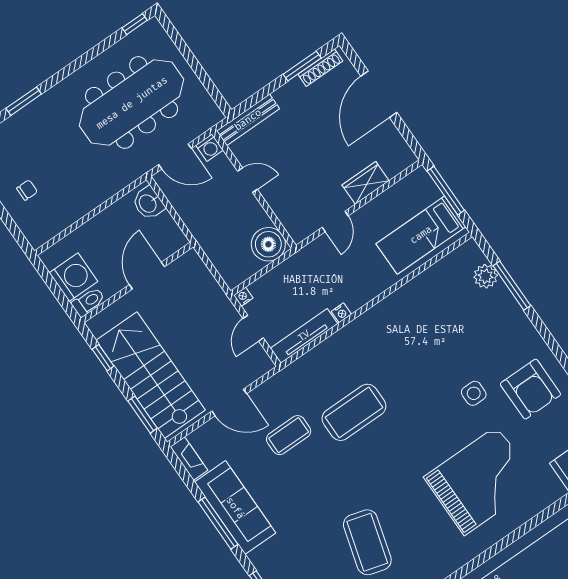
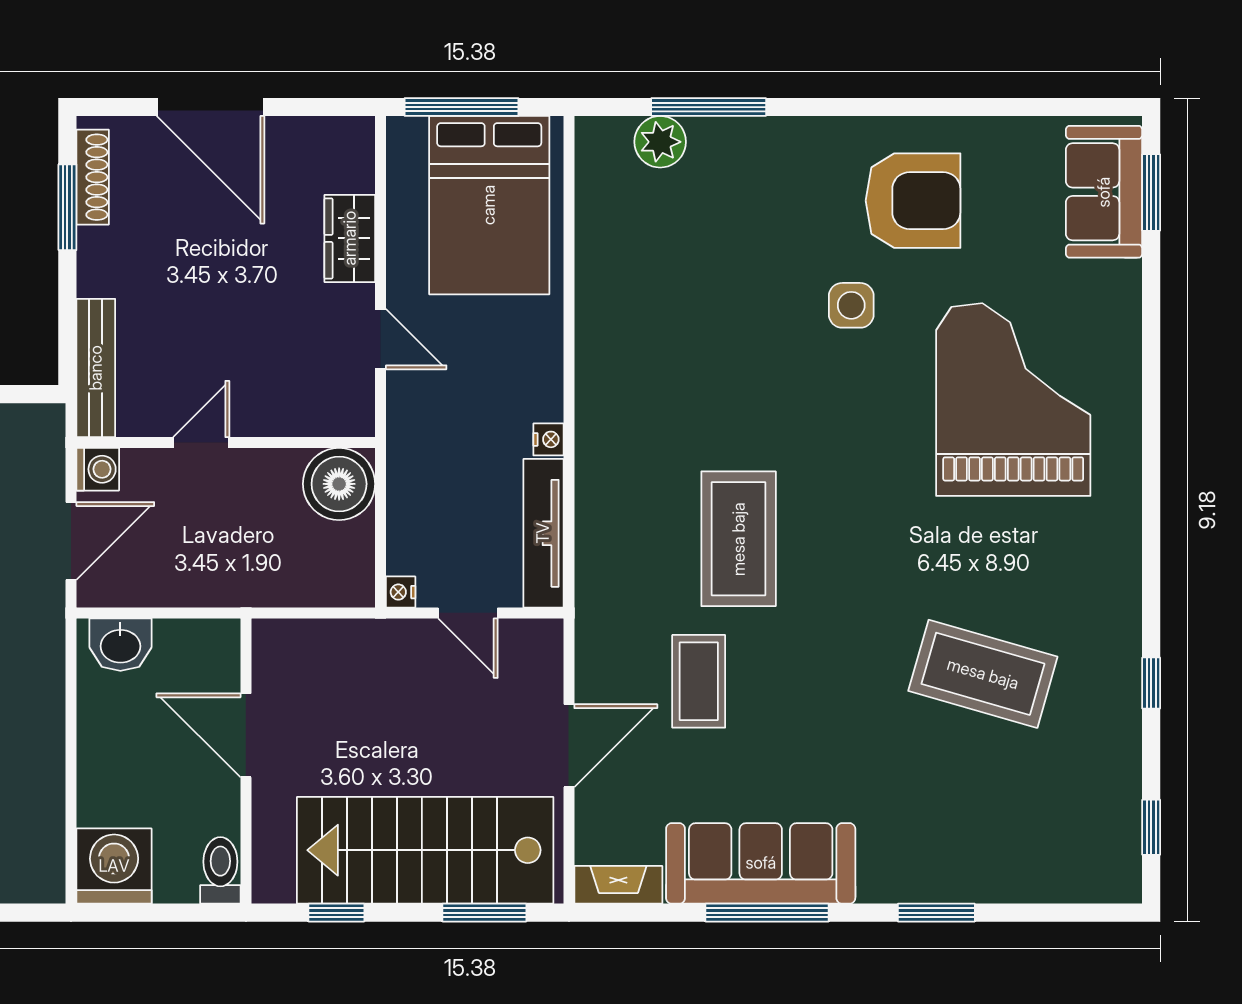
bed: (421, 235) -> (489, 205), width x1.50
washing machine: (74, 277) -> (114, 866), moved

